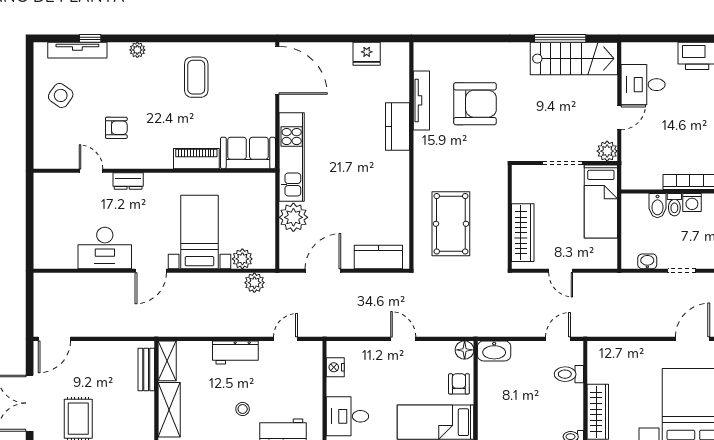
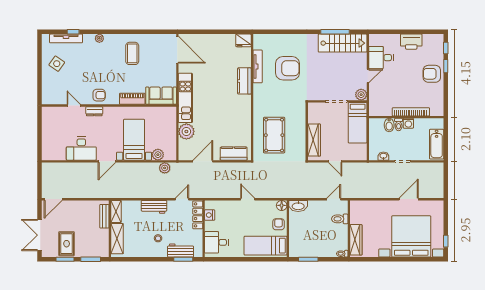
fridge: (367, 54) -> (243, 40), moved
armchair: (116, 128) -> (99, 95), moved
locker: (314, 367) -> (198, 215), added

